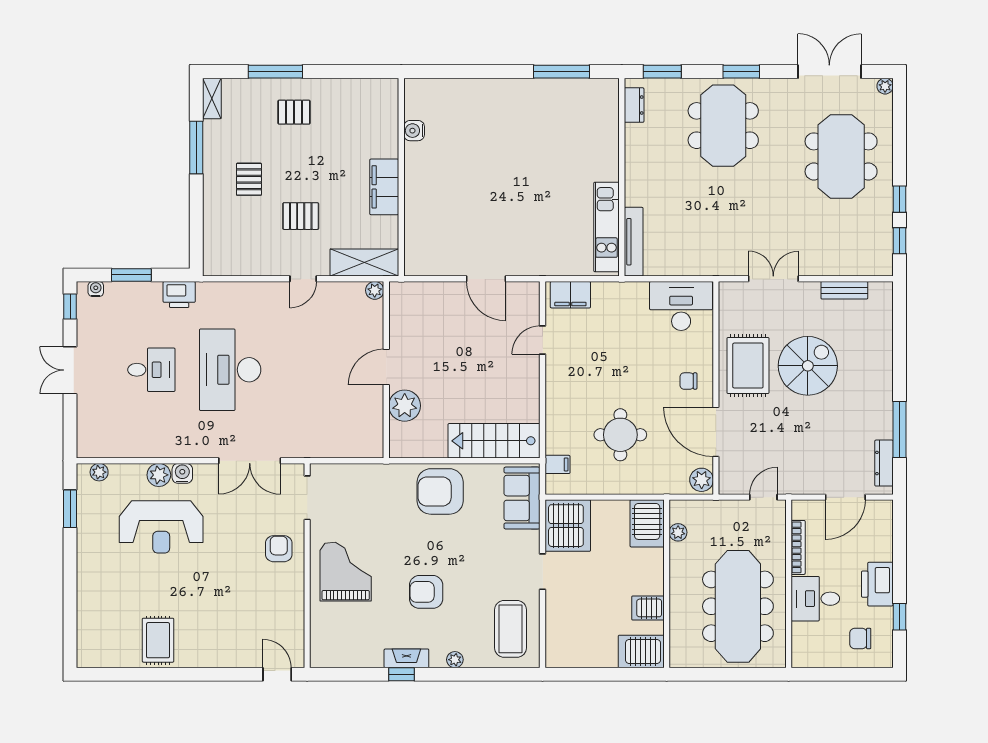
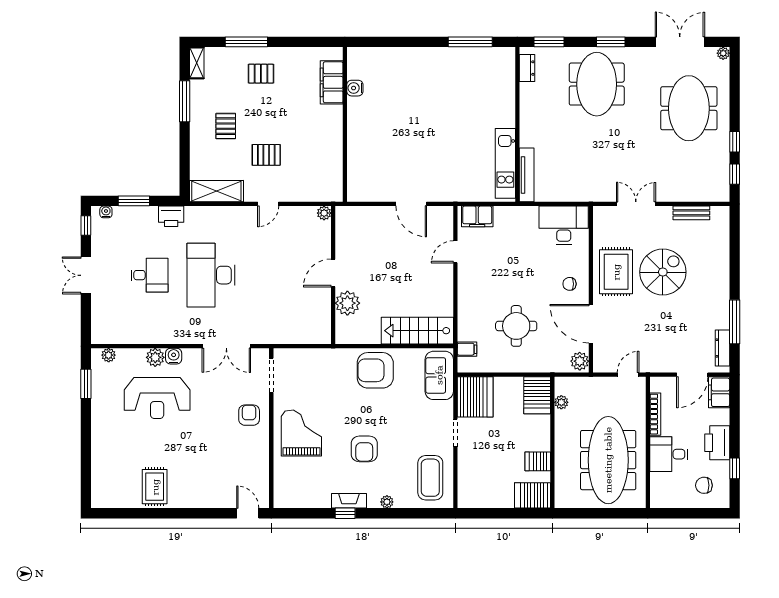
filing cabinet: (384, 187) -> (332, 82), moved
shelving: (364, 263) -> (216, 191), moved
filing cabinet: (880, 520) -> (719, 392), added
armchair: (426, 592) -> (364, 449), turned -90

